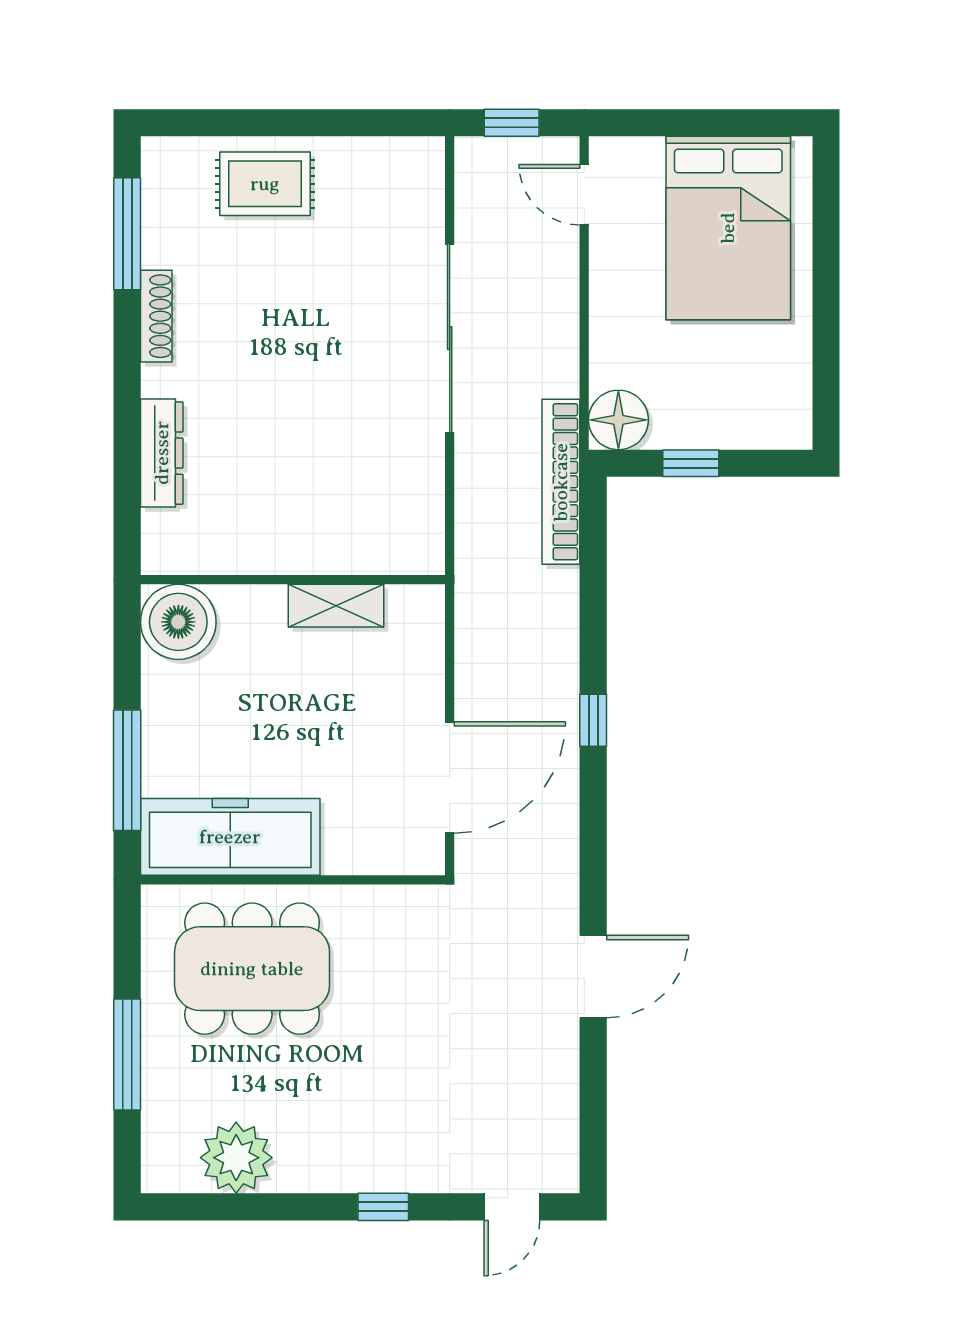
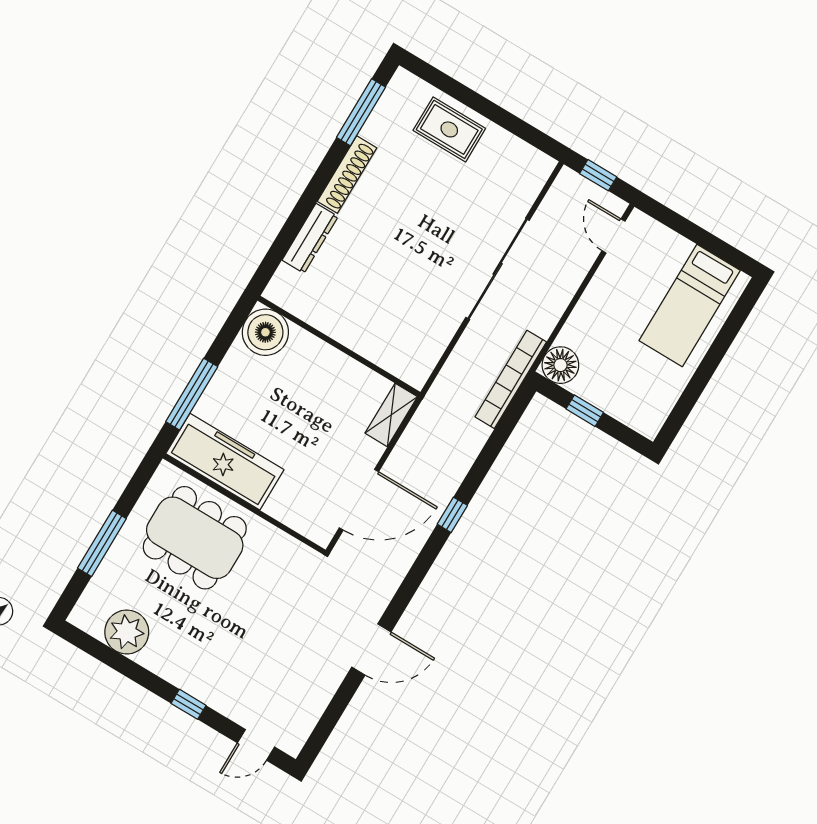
bed: (728, 228) -> (690, 305), width x0.67
shoe rack: (156, 316) -> (347, 175), width x1.36, depth x1.24
shelving: (336, 606) -> (391, 415), moved, turned 90

